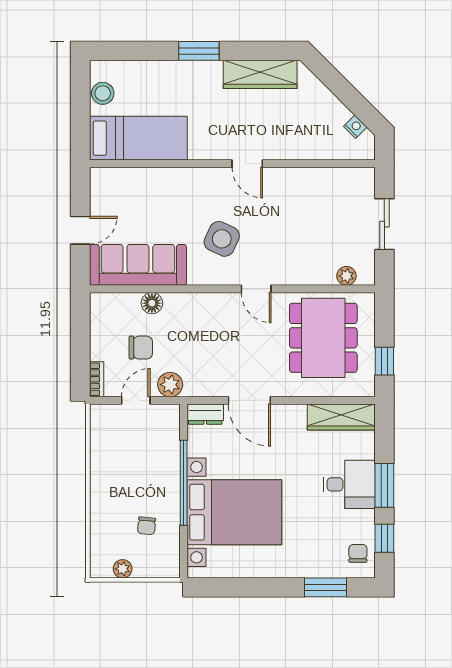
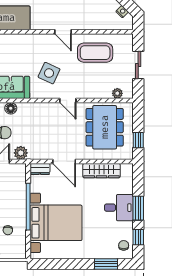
coffee table: (306, 202) -> (95, 53), added
wardrobe: (341, 417) -> (101, 171), moved

